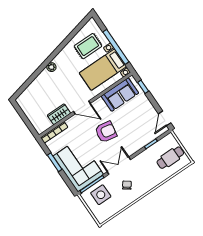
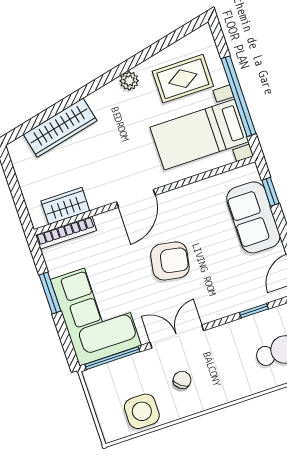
plant: (51, 67) -> (129, 81), moved
wardrobe: (38, 85) -> (60, 128), added
sofa: (120, 95) -> (253, 217), moved, turned 90
door: (82, 107) -> (136, 198), hinge flipped
wardrobe: (59, 114) -> (65, 206), moved
side table: (101, 195) -> (142, 411), moved

